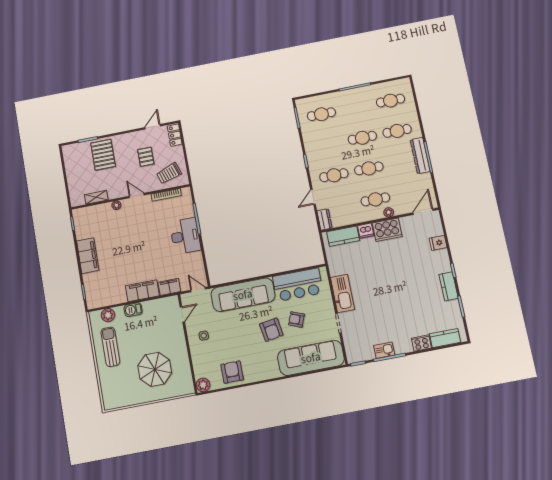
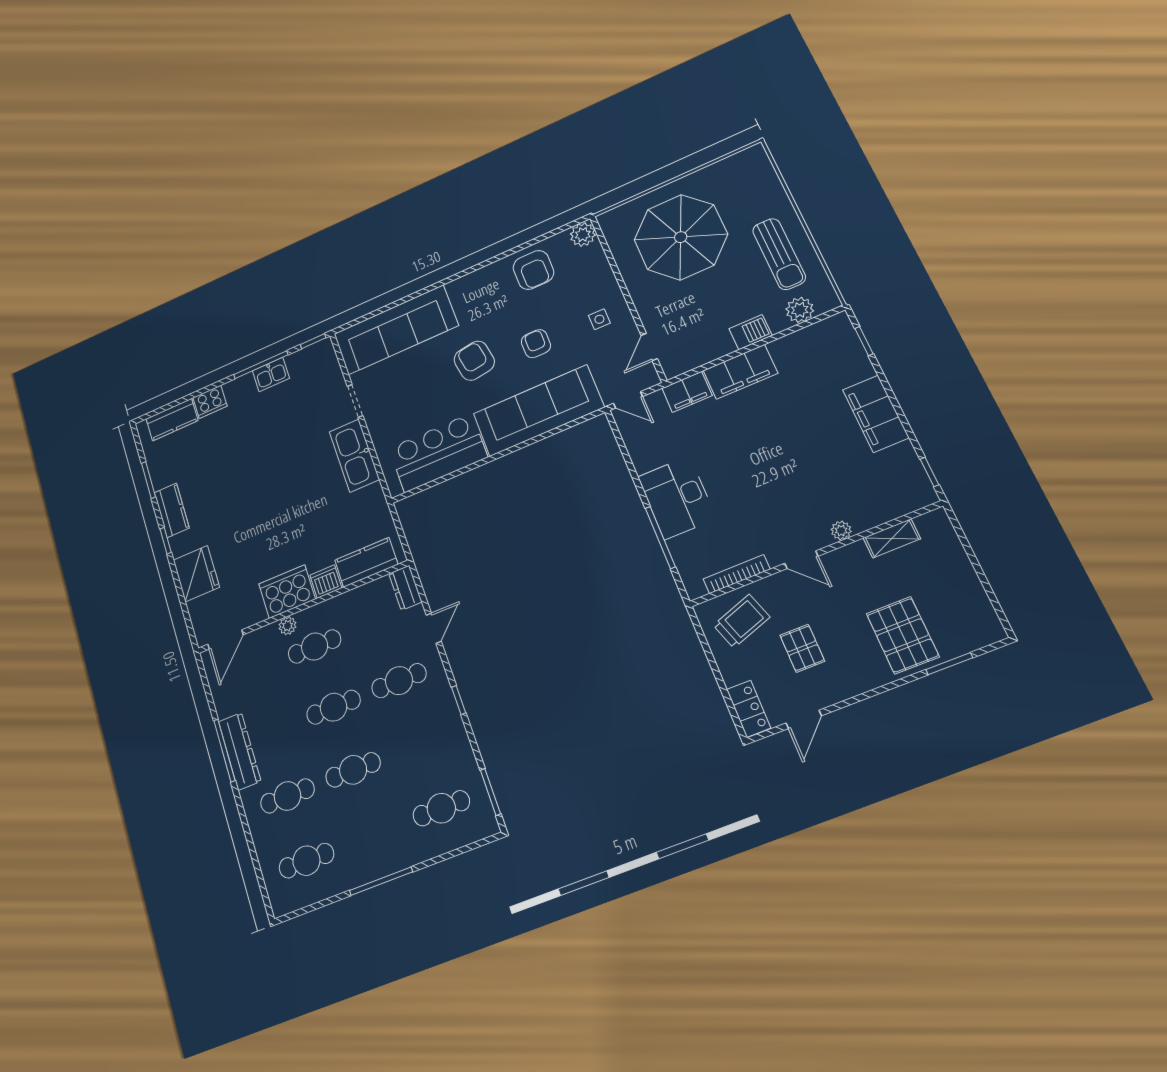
fridge: (438, 243) -> (196, 574), width x1.88, depth x1.34
armchair: (296, 319) -> (536, 344), moved, turned -112
parasol: (155, 369) -> (681, 237), width x1.36, depth x1.36

